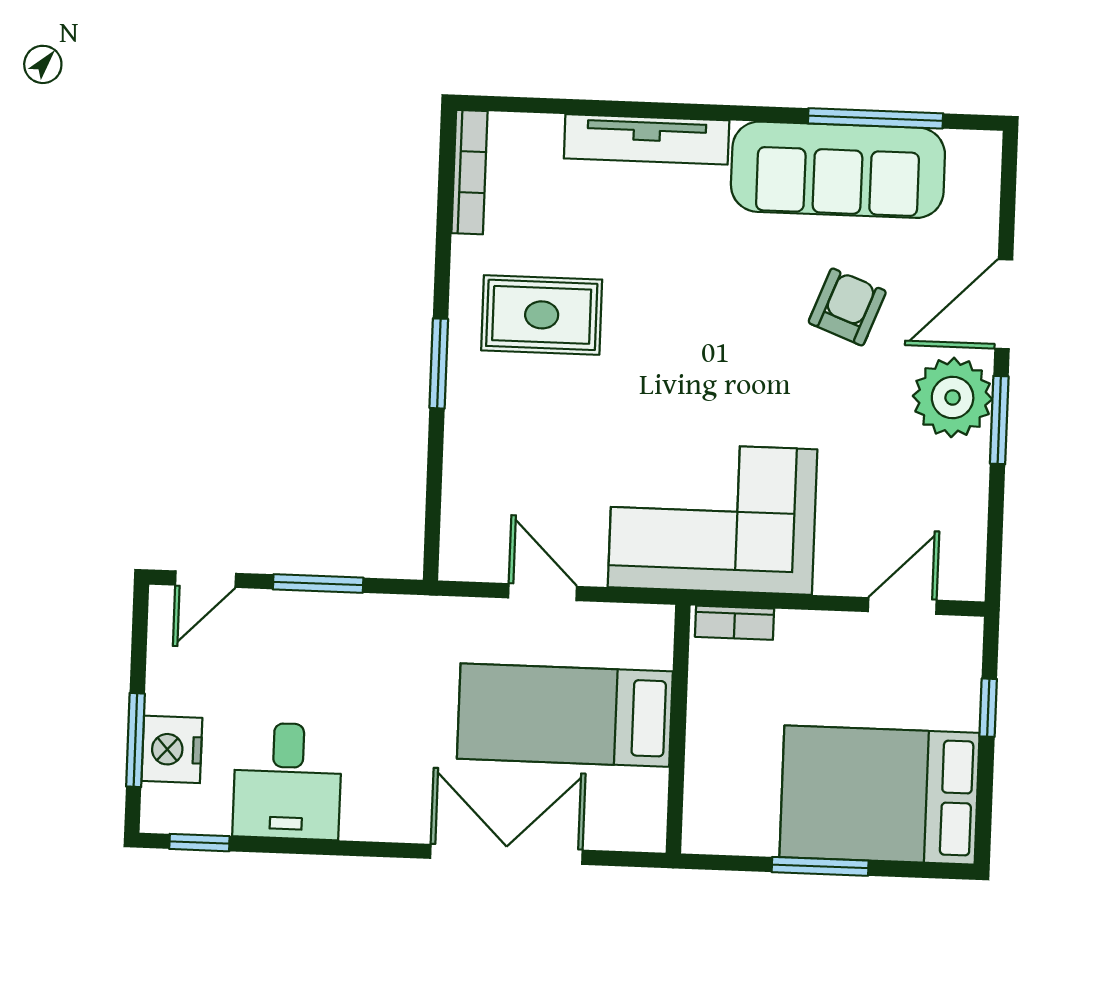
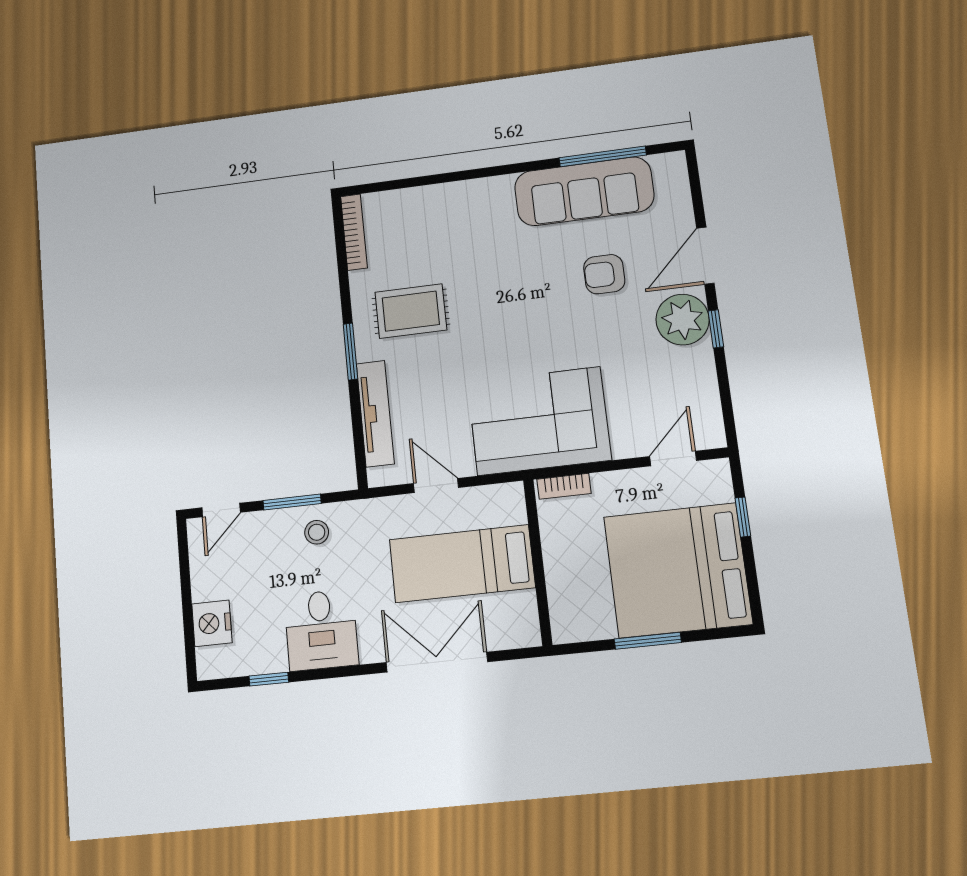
tv unit: (647, 139) -> (375, 414), moved, turned -90
armchair: (847, 307) -> (604, 274), turned -111
window: (999, 420) -> (716, 329), width x0.67
stool: (350, 635) -> (317, 532), added
window: (135, 740) -> (188, 620), removed
desk: (287, 781) -> (321, 630), moved
bed: (879, 795) -> (678, 570), width x1.36
window: (199, 843) -> (269, 679), moved

